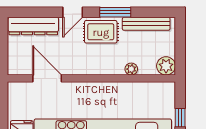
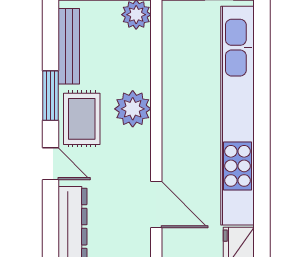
plant: (131, 69) -> (133, 109), moved, width x1.87, depth x1.87
door: (47, 78) -> (156, 205), swing flipped

